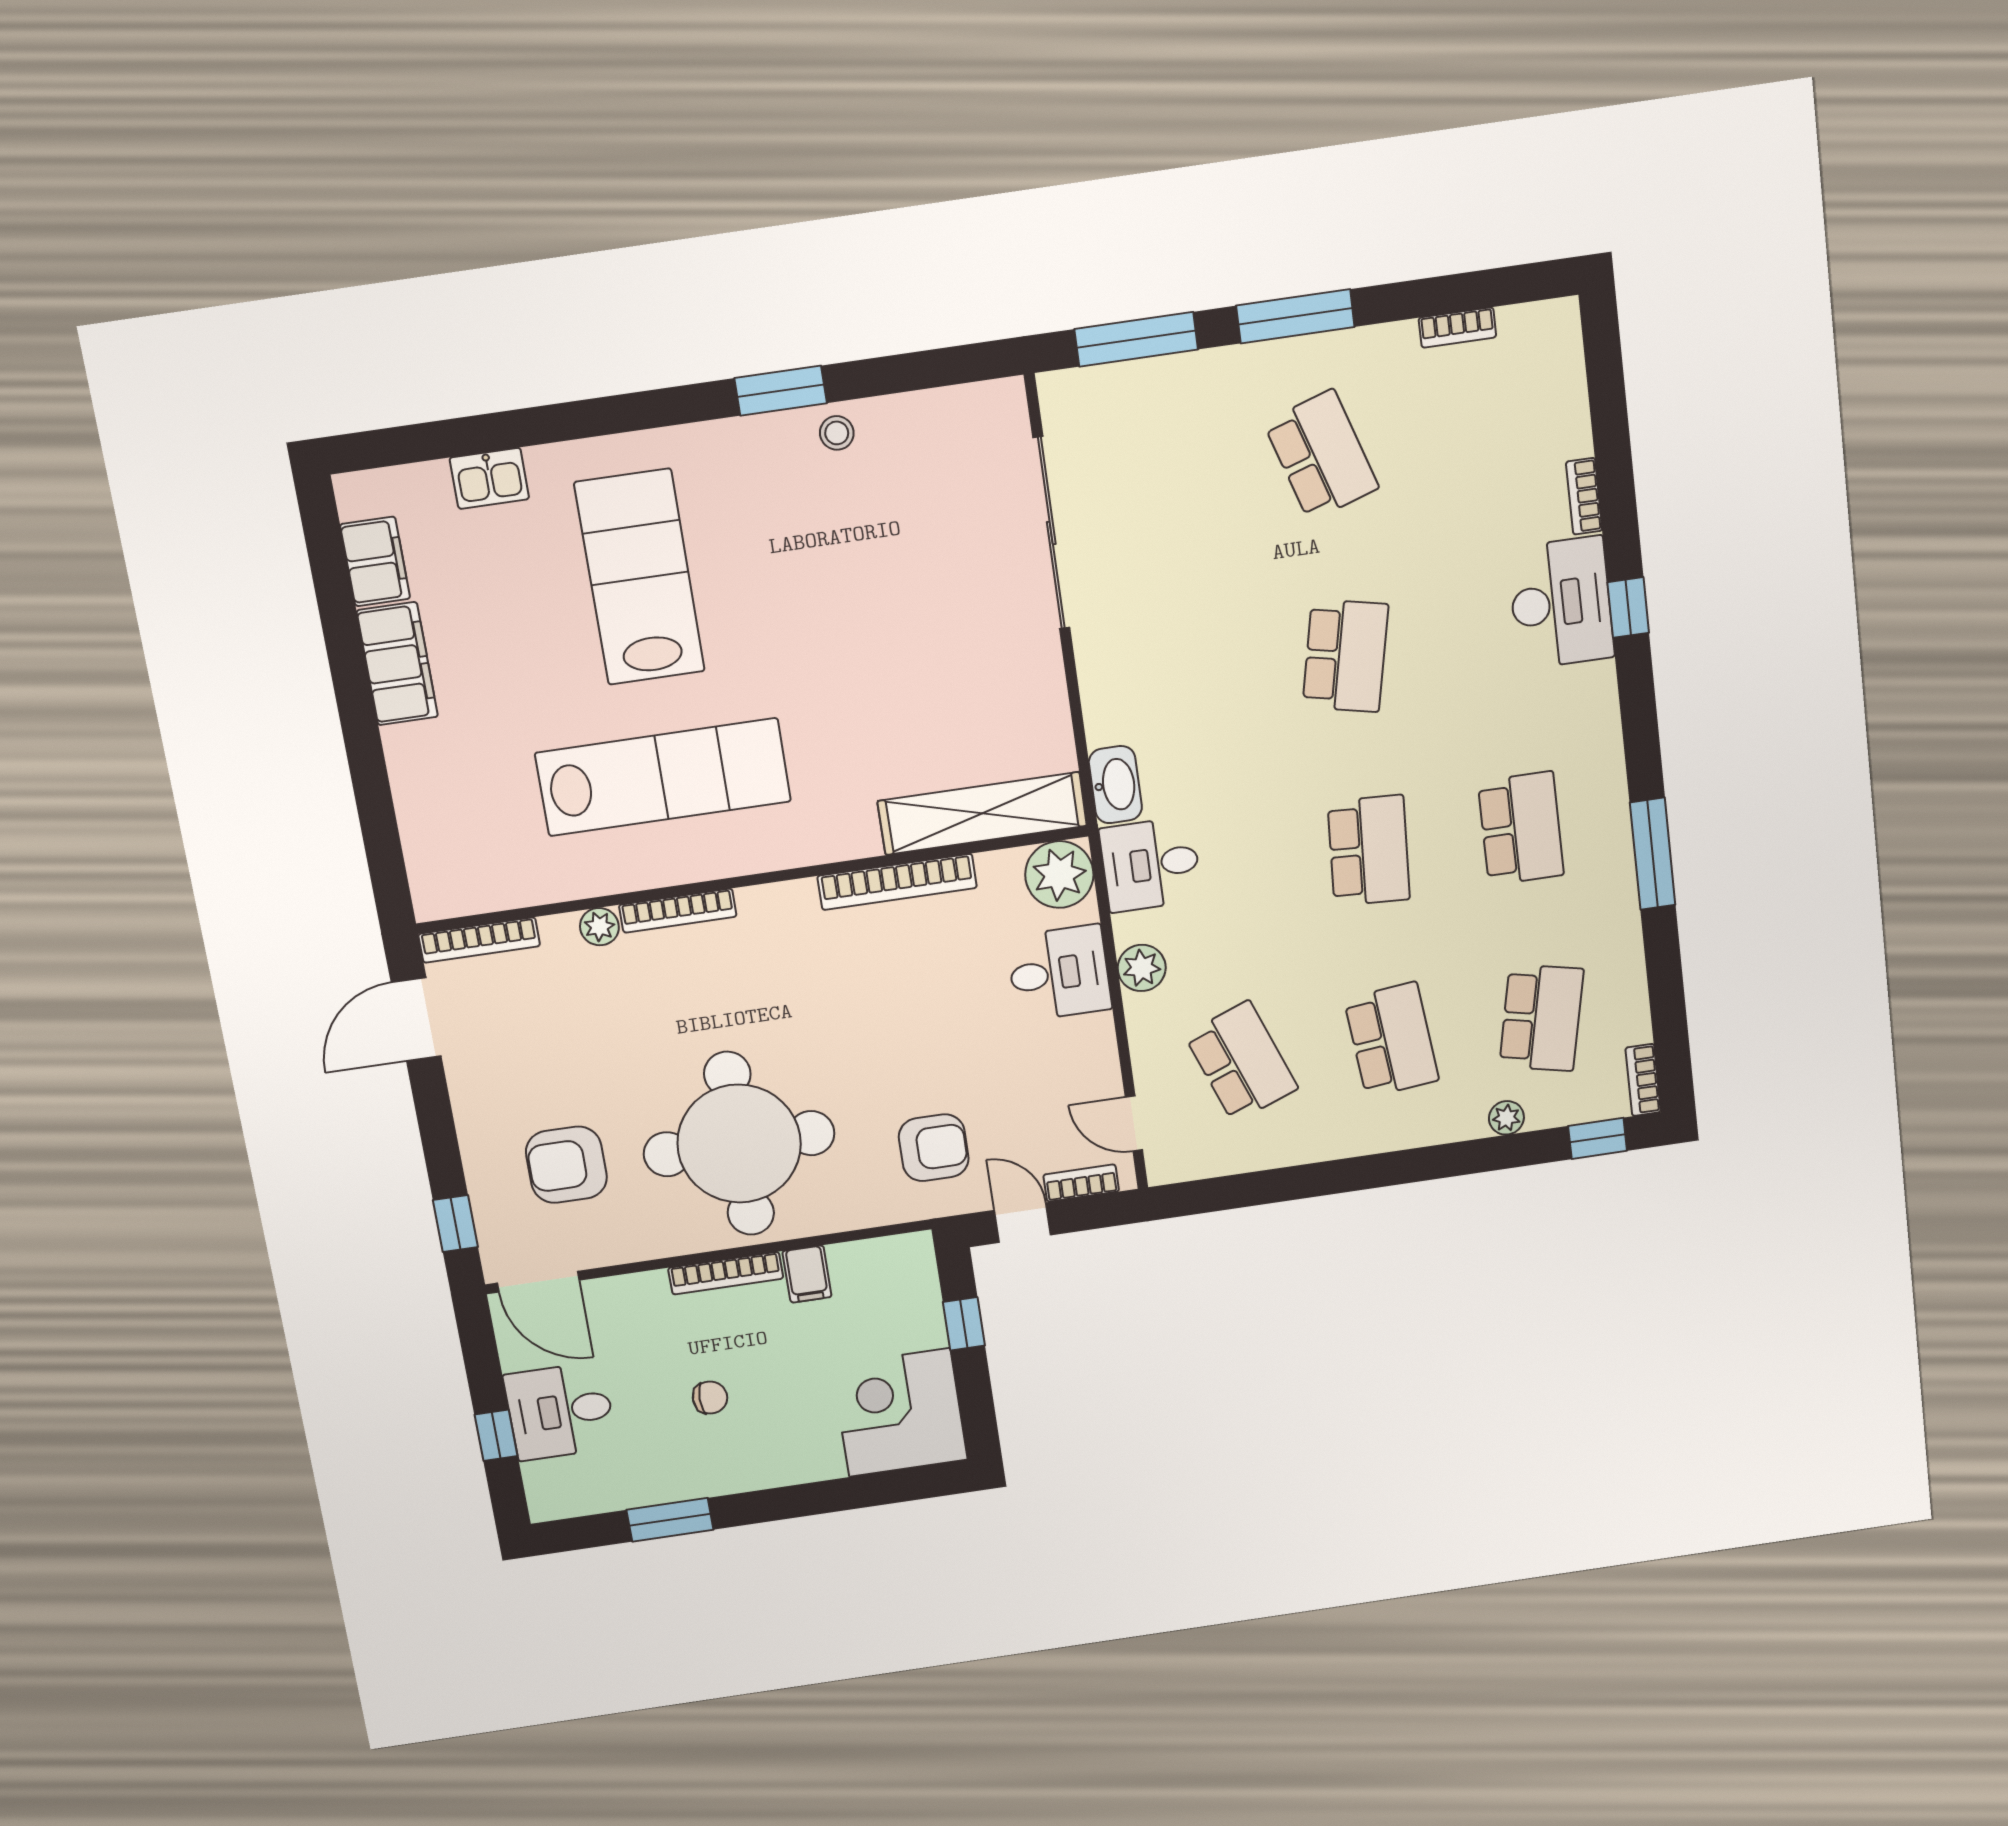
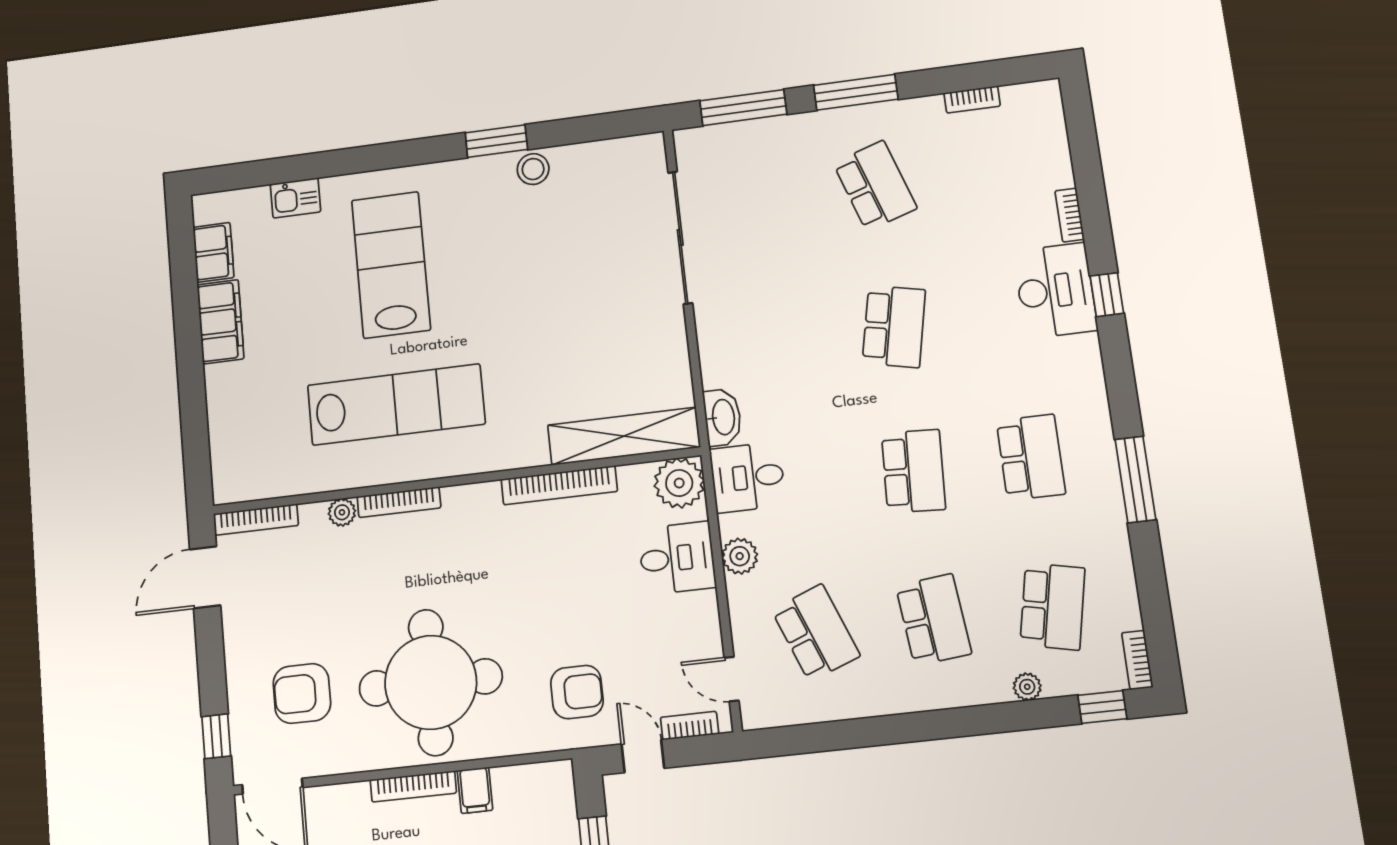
stool: (837, 433) -> (533, 169), width x1.37, depth x1.37

